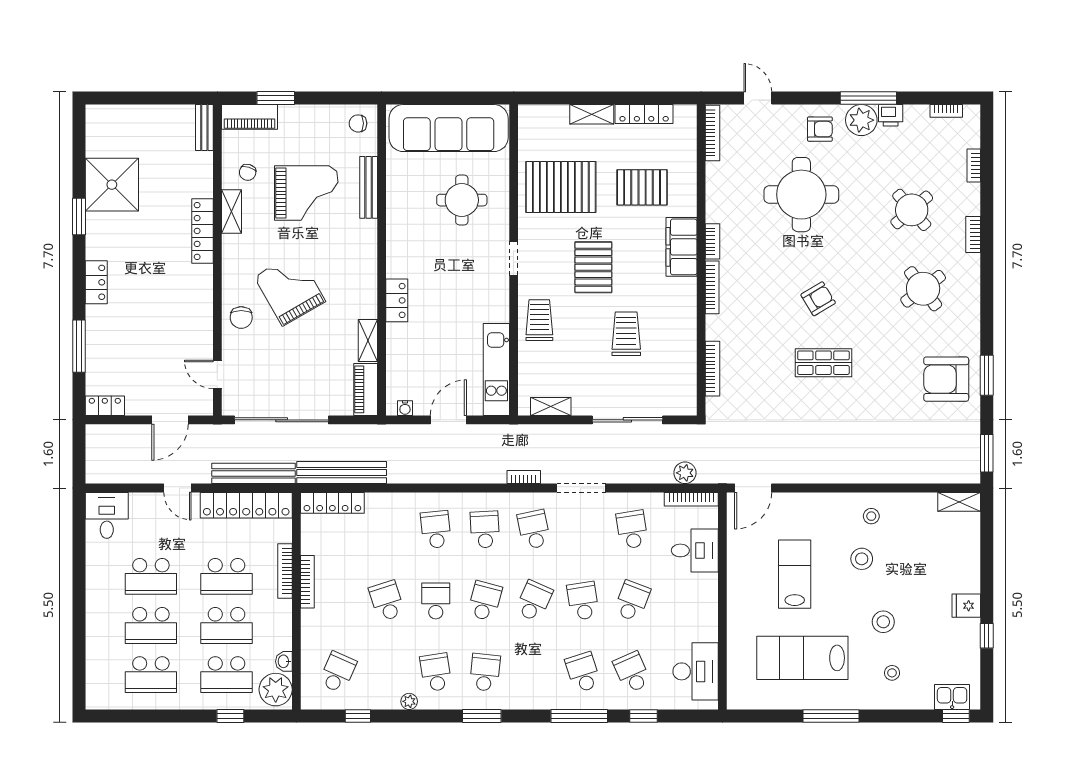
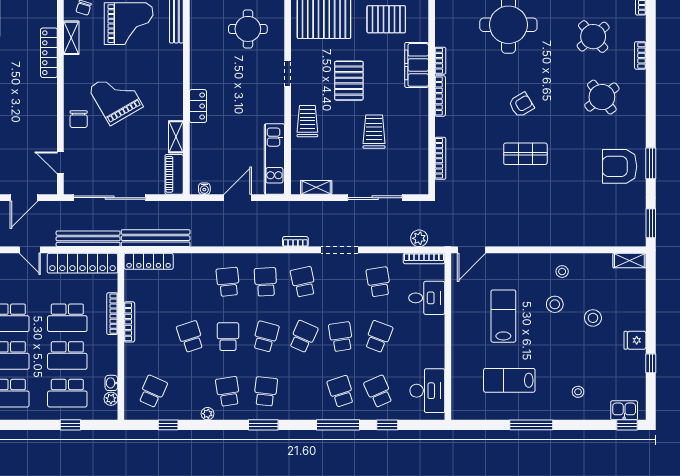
stool: (883, 622) -> (593, 318), moved
lab bench: (802, 658) -> (509, 380), width x0.73, depth x0.72
plant: (276, 690) -> (111, 399), width x0.53, depth x0.53

